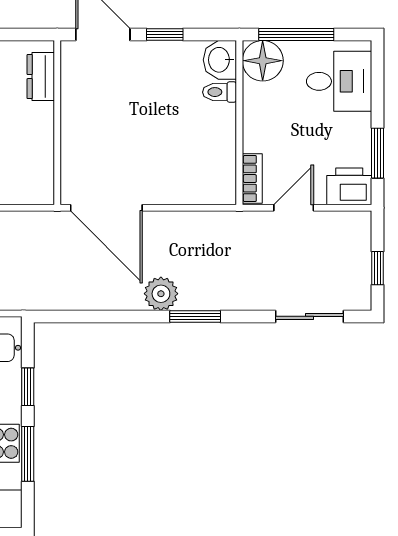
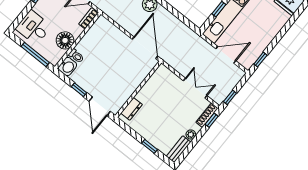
floor lamp: (263, 61) -> (65, 40), moved

